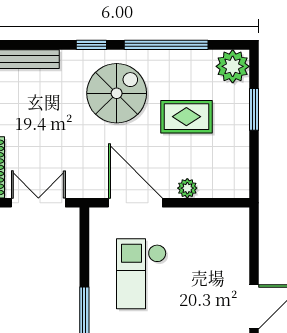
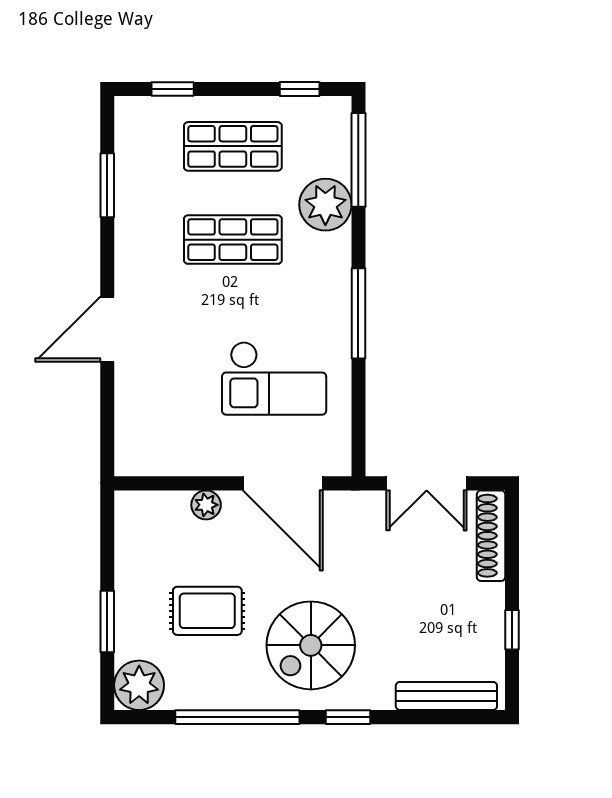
checkout: (141, 274) -> (274, 378), turned 90

